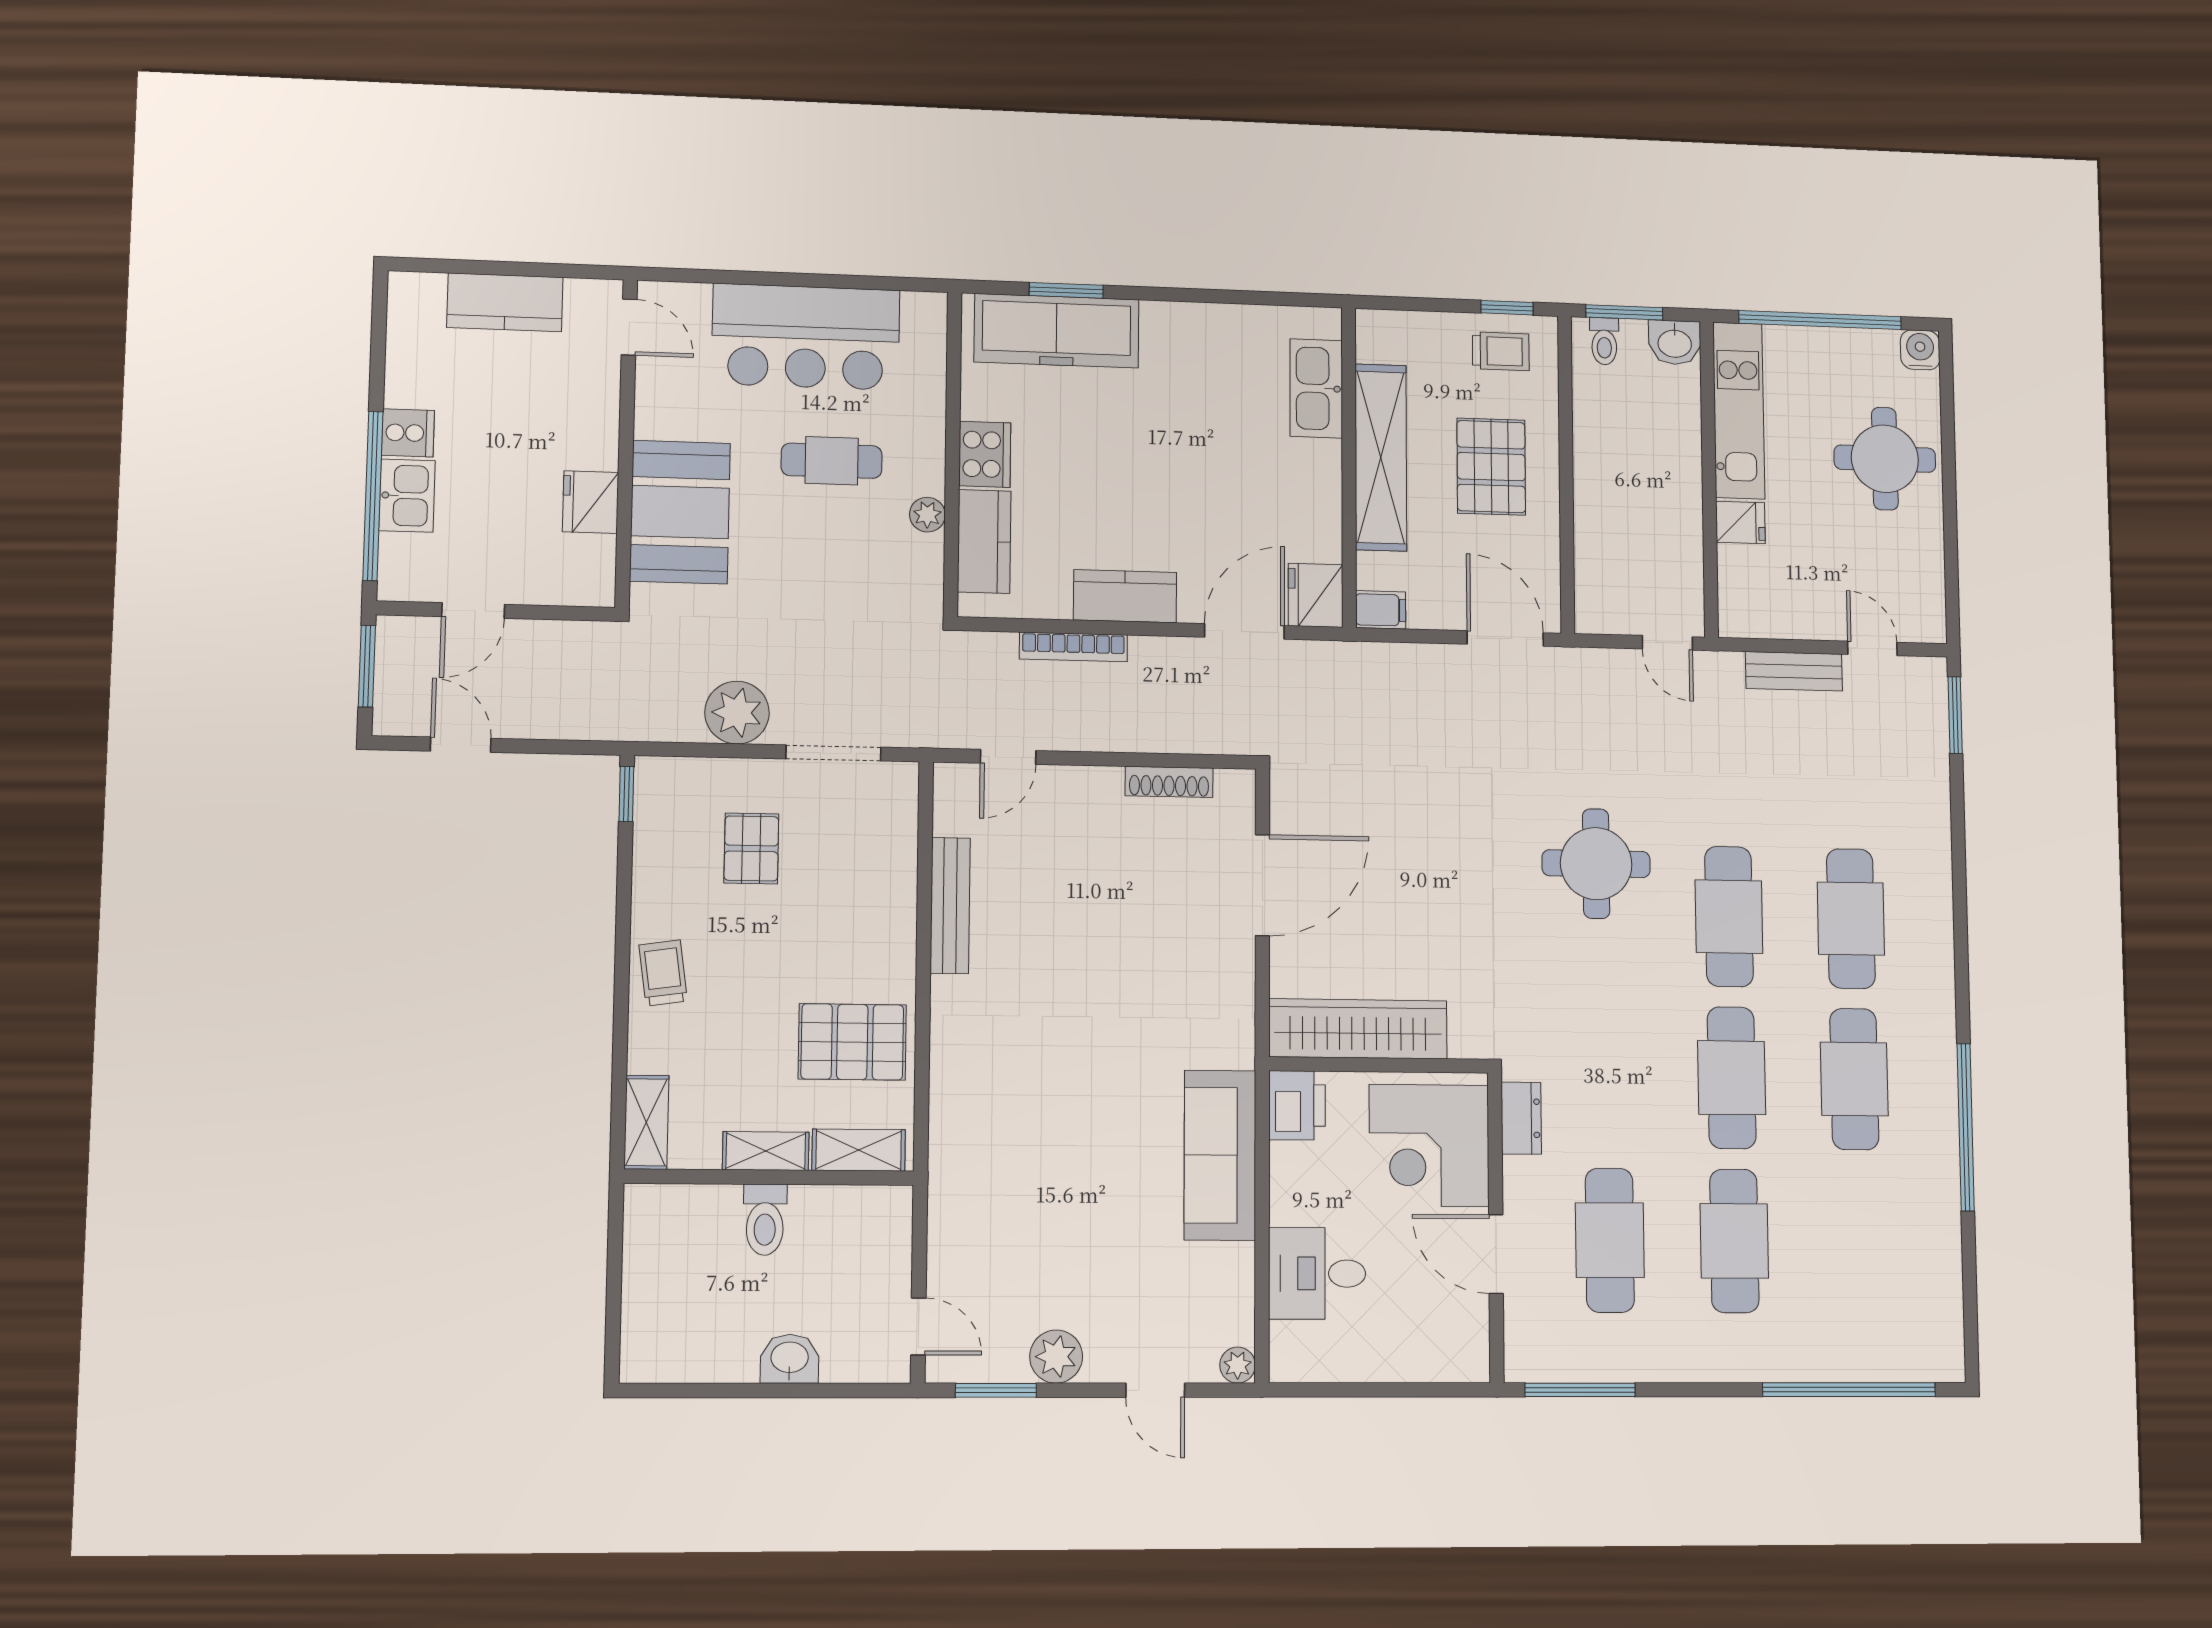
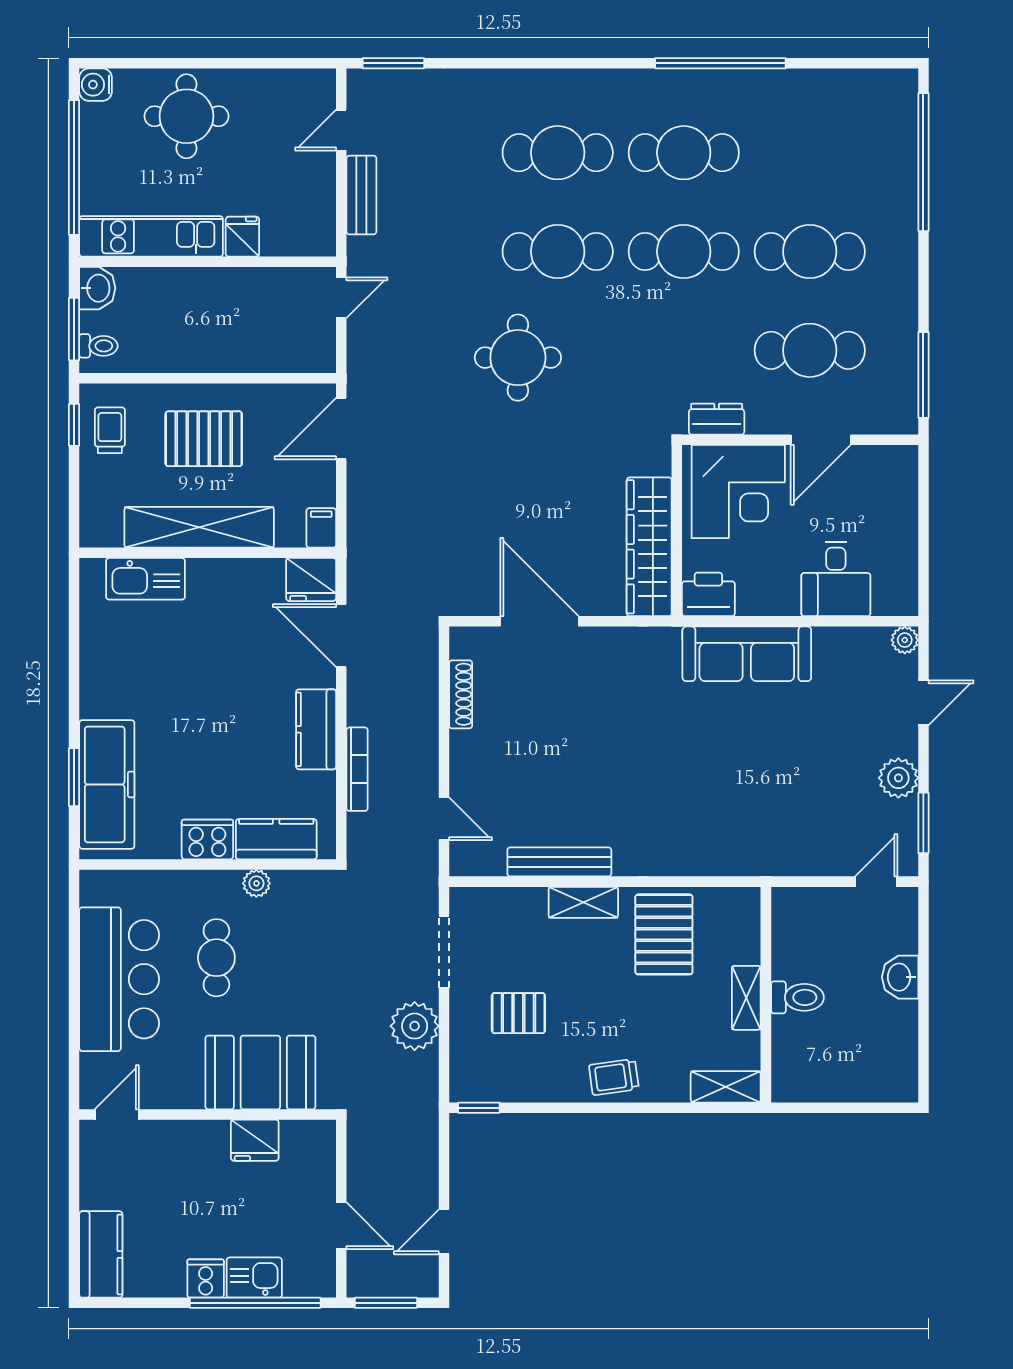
kitchen counter: (505, 302) -> (101, 1254), moved
shelving: (859, 1150) -> (583, 902), moved, turned 90

